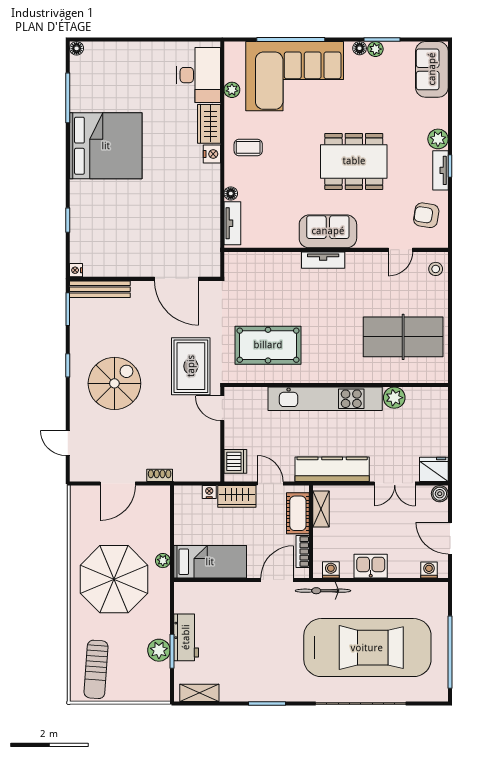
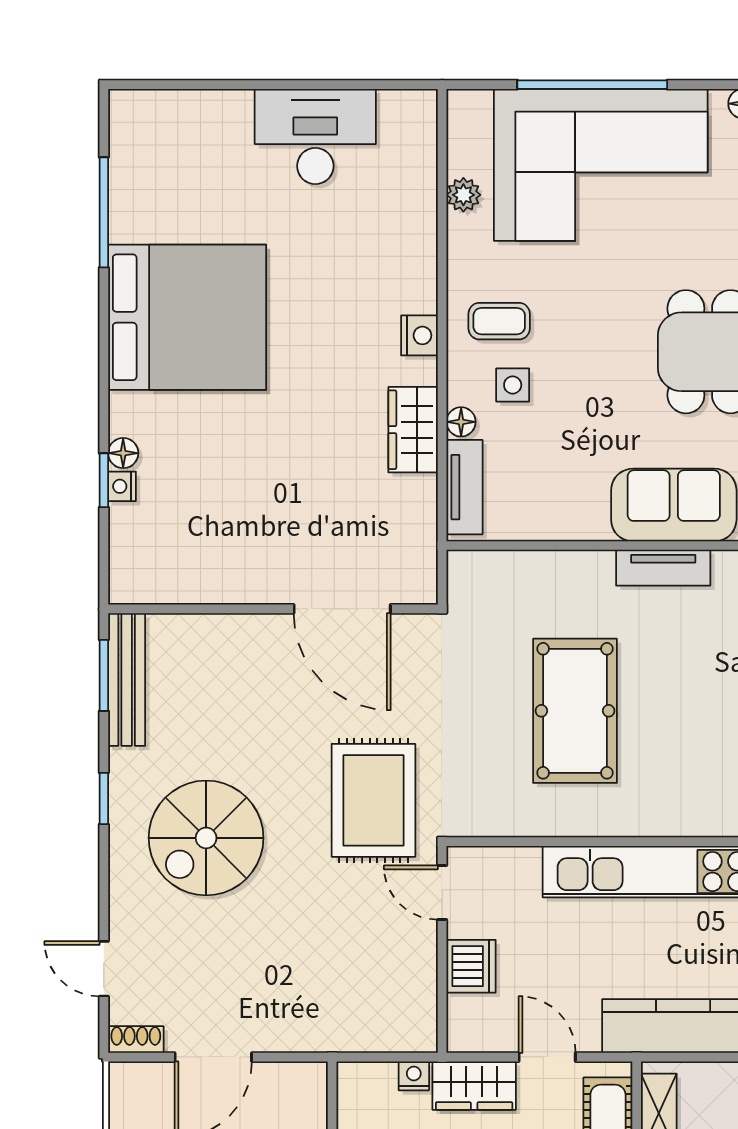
floor lamp: (77, 48) -> (123, 453), moved
desk: (199, 75) -> (315, 136), moved, turned -90
wardrobe: (209, 124) -> (413, 430), moved
side table: (254, 177) -> (513, 385), added
nightstand: (76, 270) -> (122, 486), moved
bench: (100, 289) -> (127, 679), moved, turned 90
pool table: (268, 345) -> (575, 711), moved, turned 90
spiral stairs: (114, 383) -> (206, 838), turned 180
dishwasher: (235, 461) -> (471, 966), moved
shoe rack: (160, 475) -> (136, 1040), moved

